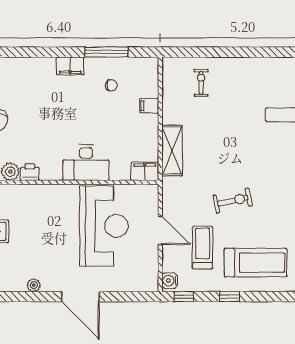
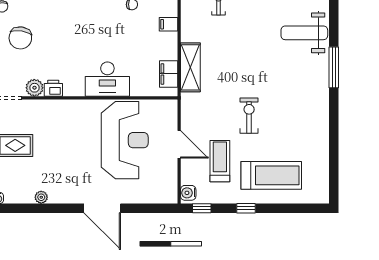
filing cabinet: (145, 171) -> (169, 74), moved, turned -90
exercise bike: (233, 201) -> (249, 116), turned -78
plant: (34, 285) -> (41, 197), moved

